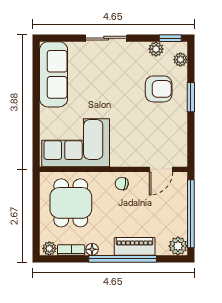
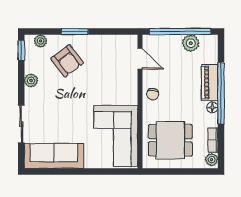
sliding door: (106, 38) -> (21, 124), moved
plant: (156, 49) -> (31, 80), moved
armchair: (159, 89) -> (67, 61), turned 143
plant: (178, 246) -> (191, 43), moved
floor lamp: (92, 249) -> (212, 107), moved

